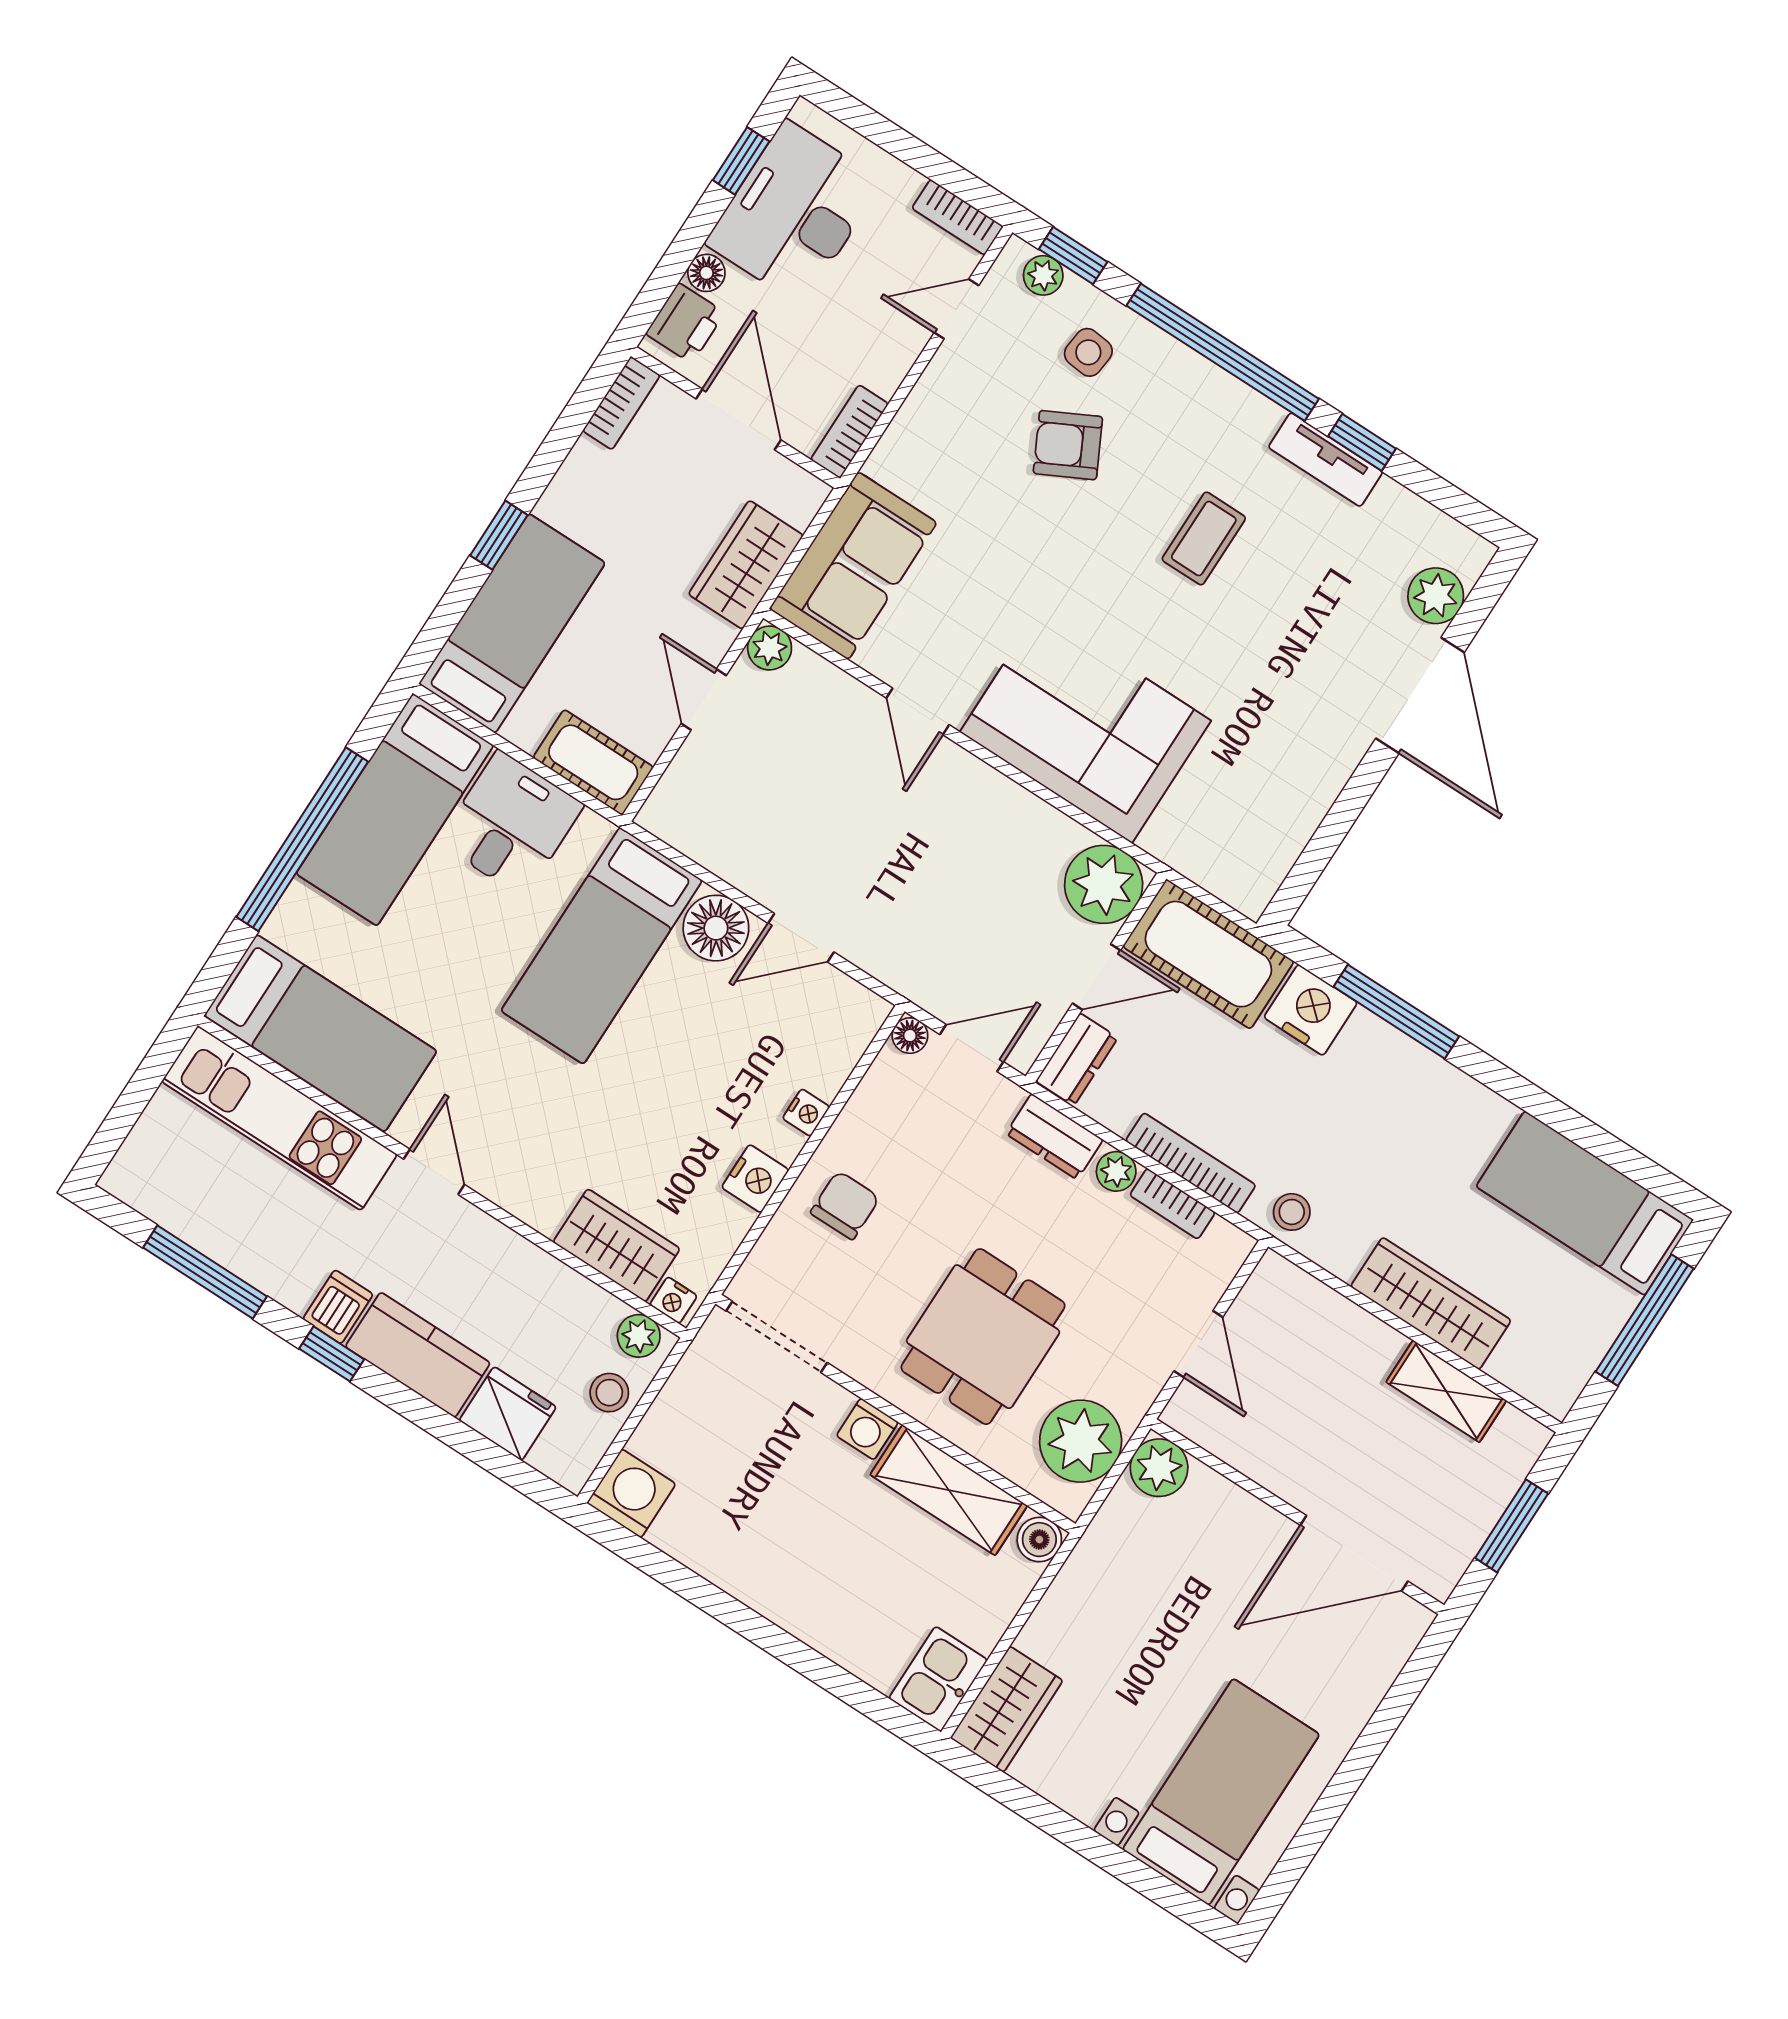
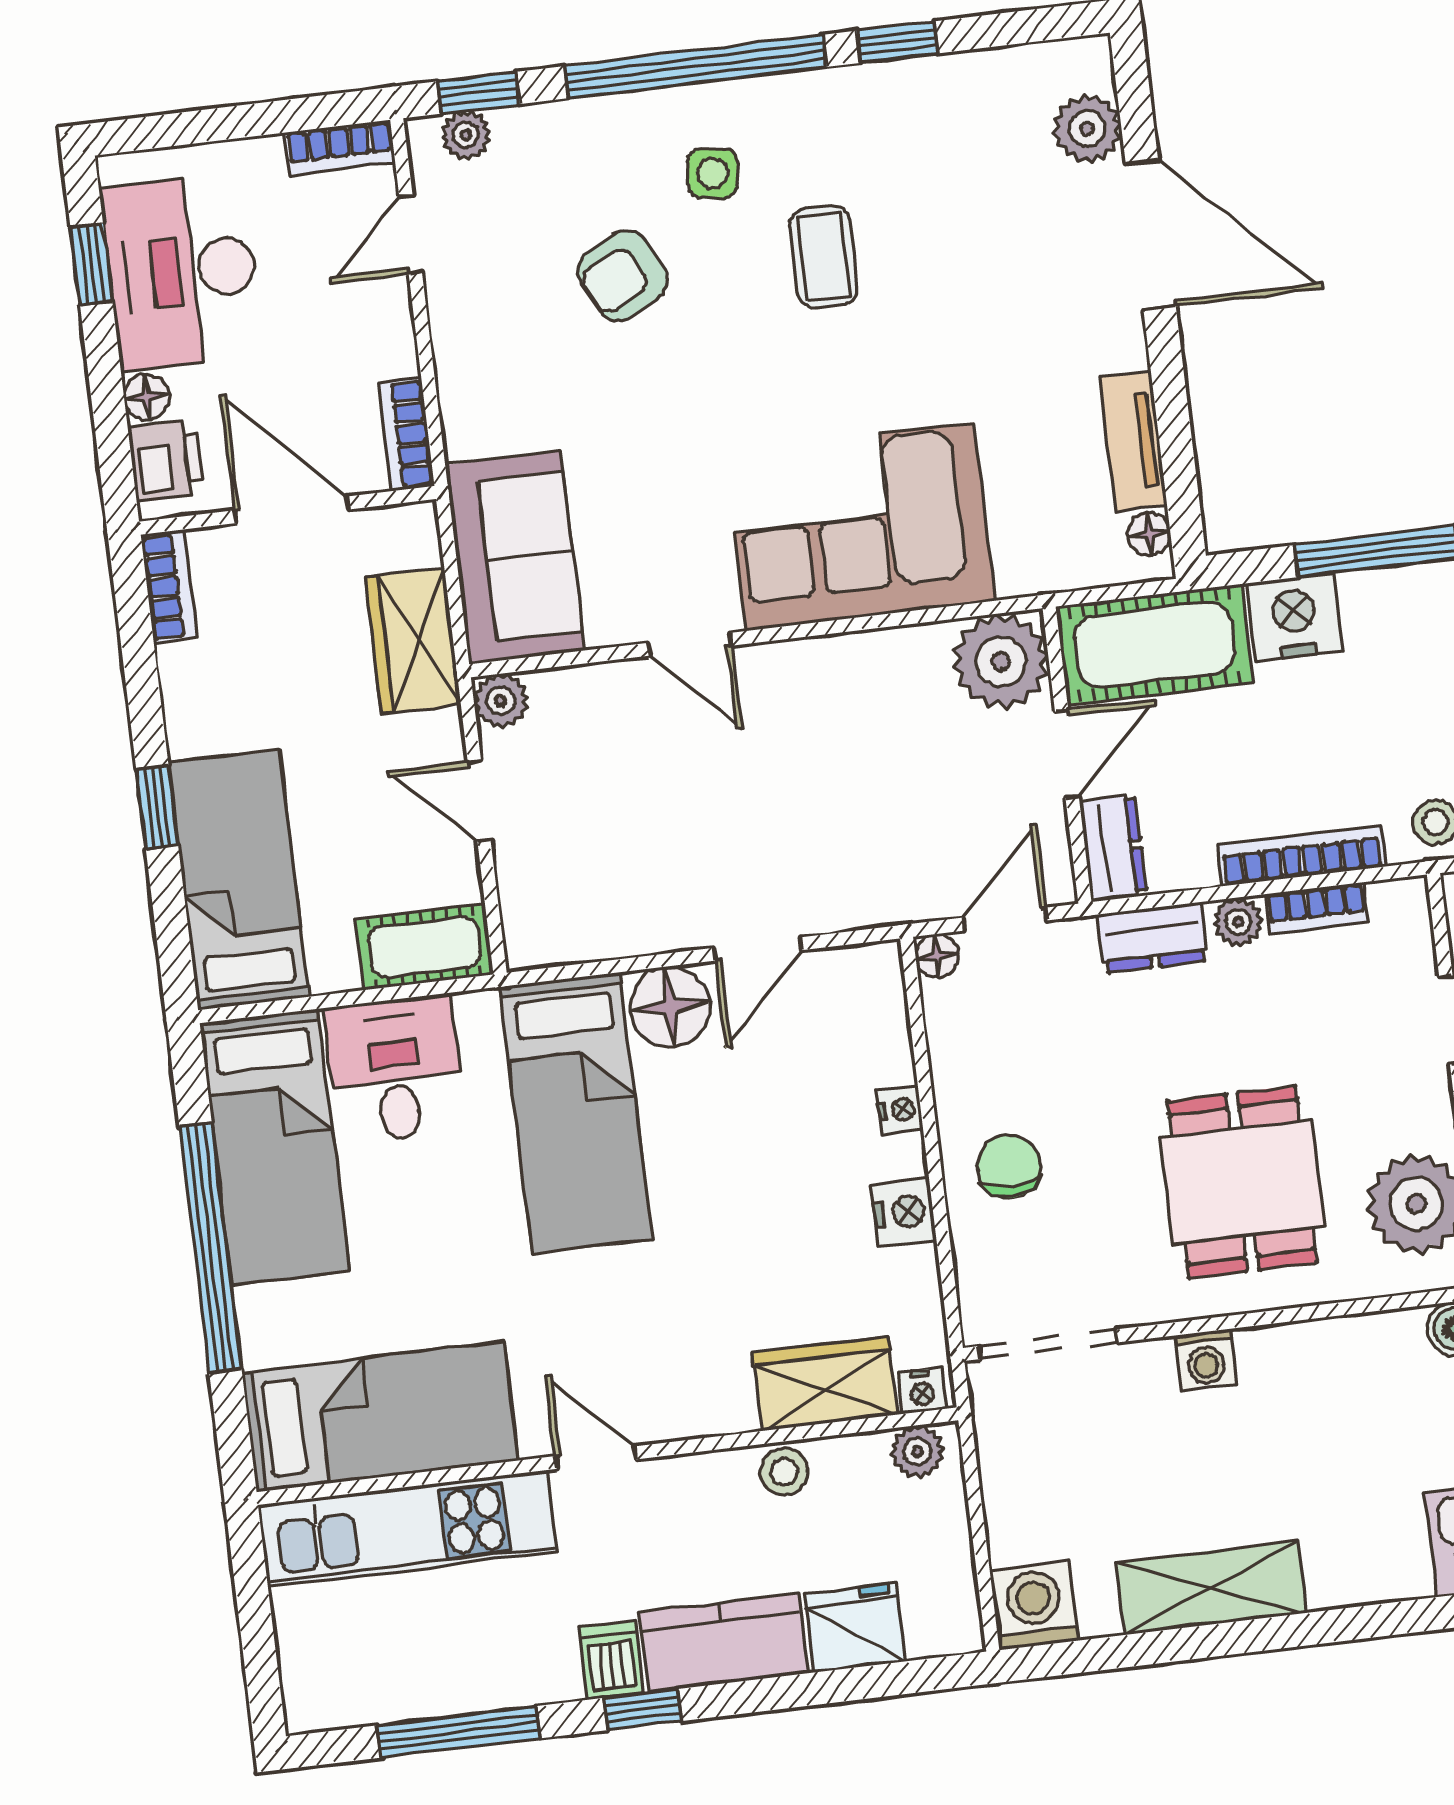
side table: (1088, 352) -> (713, 173), moved
tv unit: (1326, 460) -> (1133, 441), moved, turned 90
floor lamp: (1263, 882) -> (1149, 534), added
stool: (609, 1393) -> (784, 1472), moved
shelving: (949, 1490) -> (1211, 1588), moved

